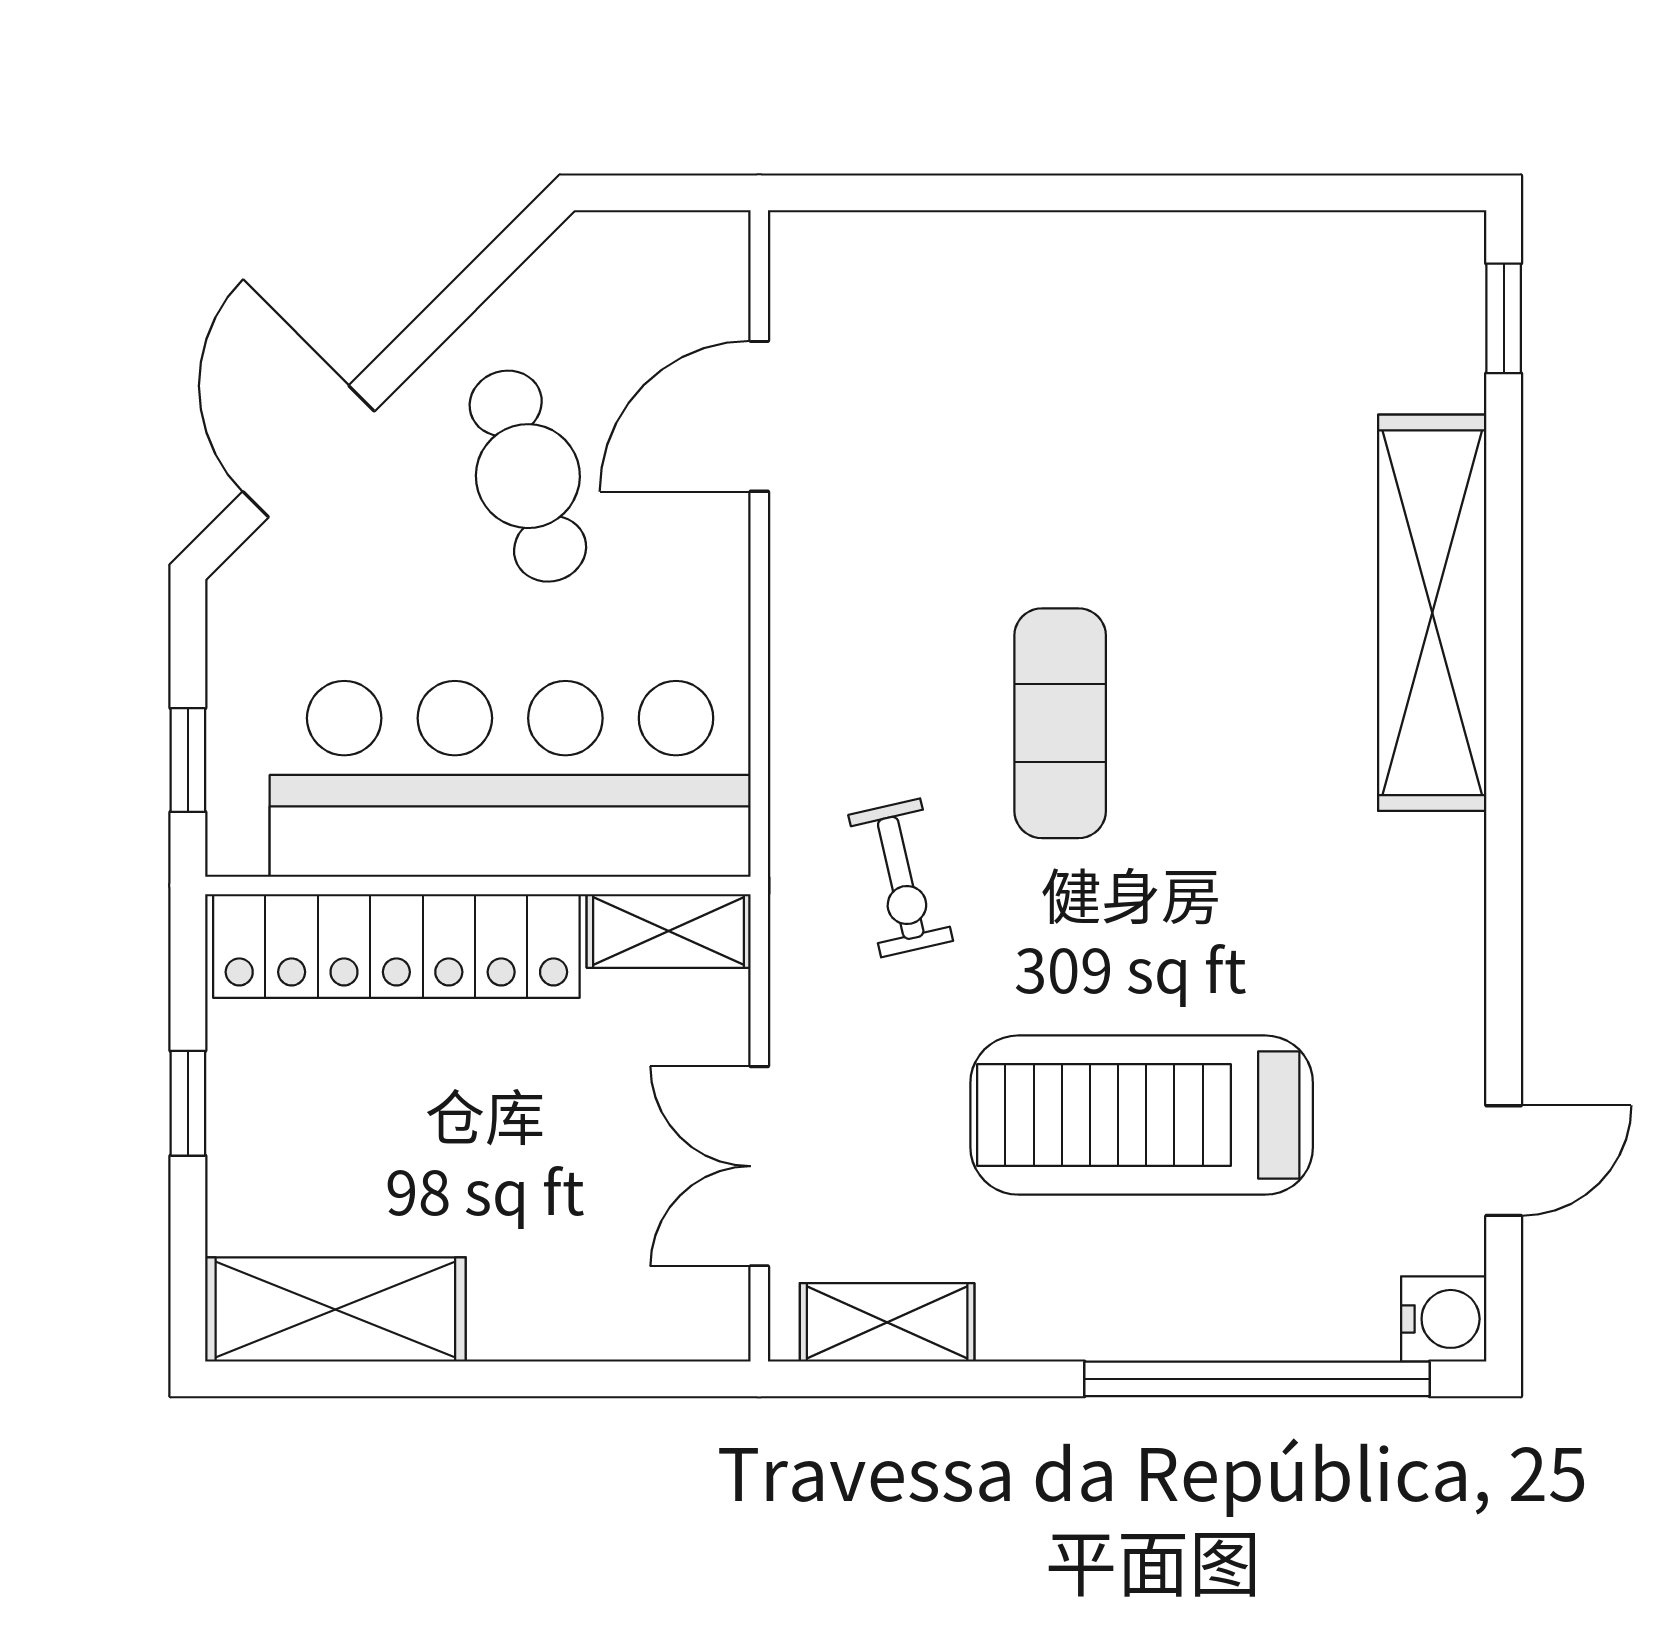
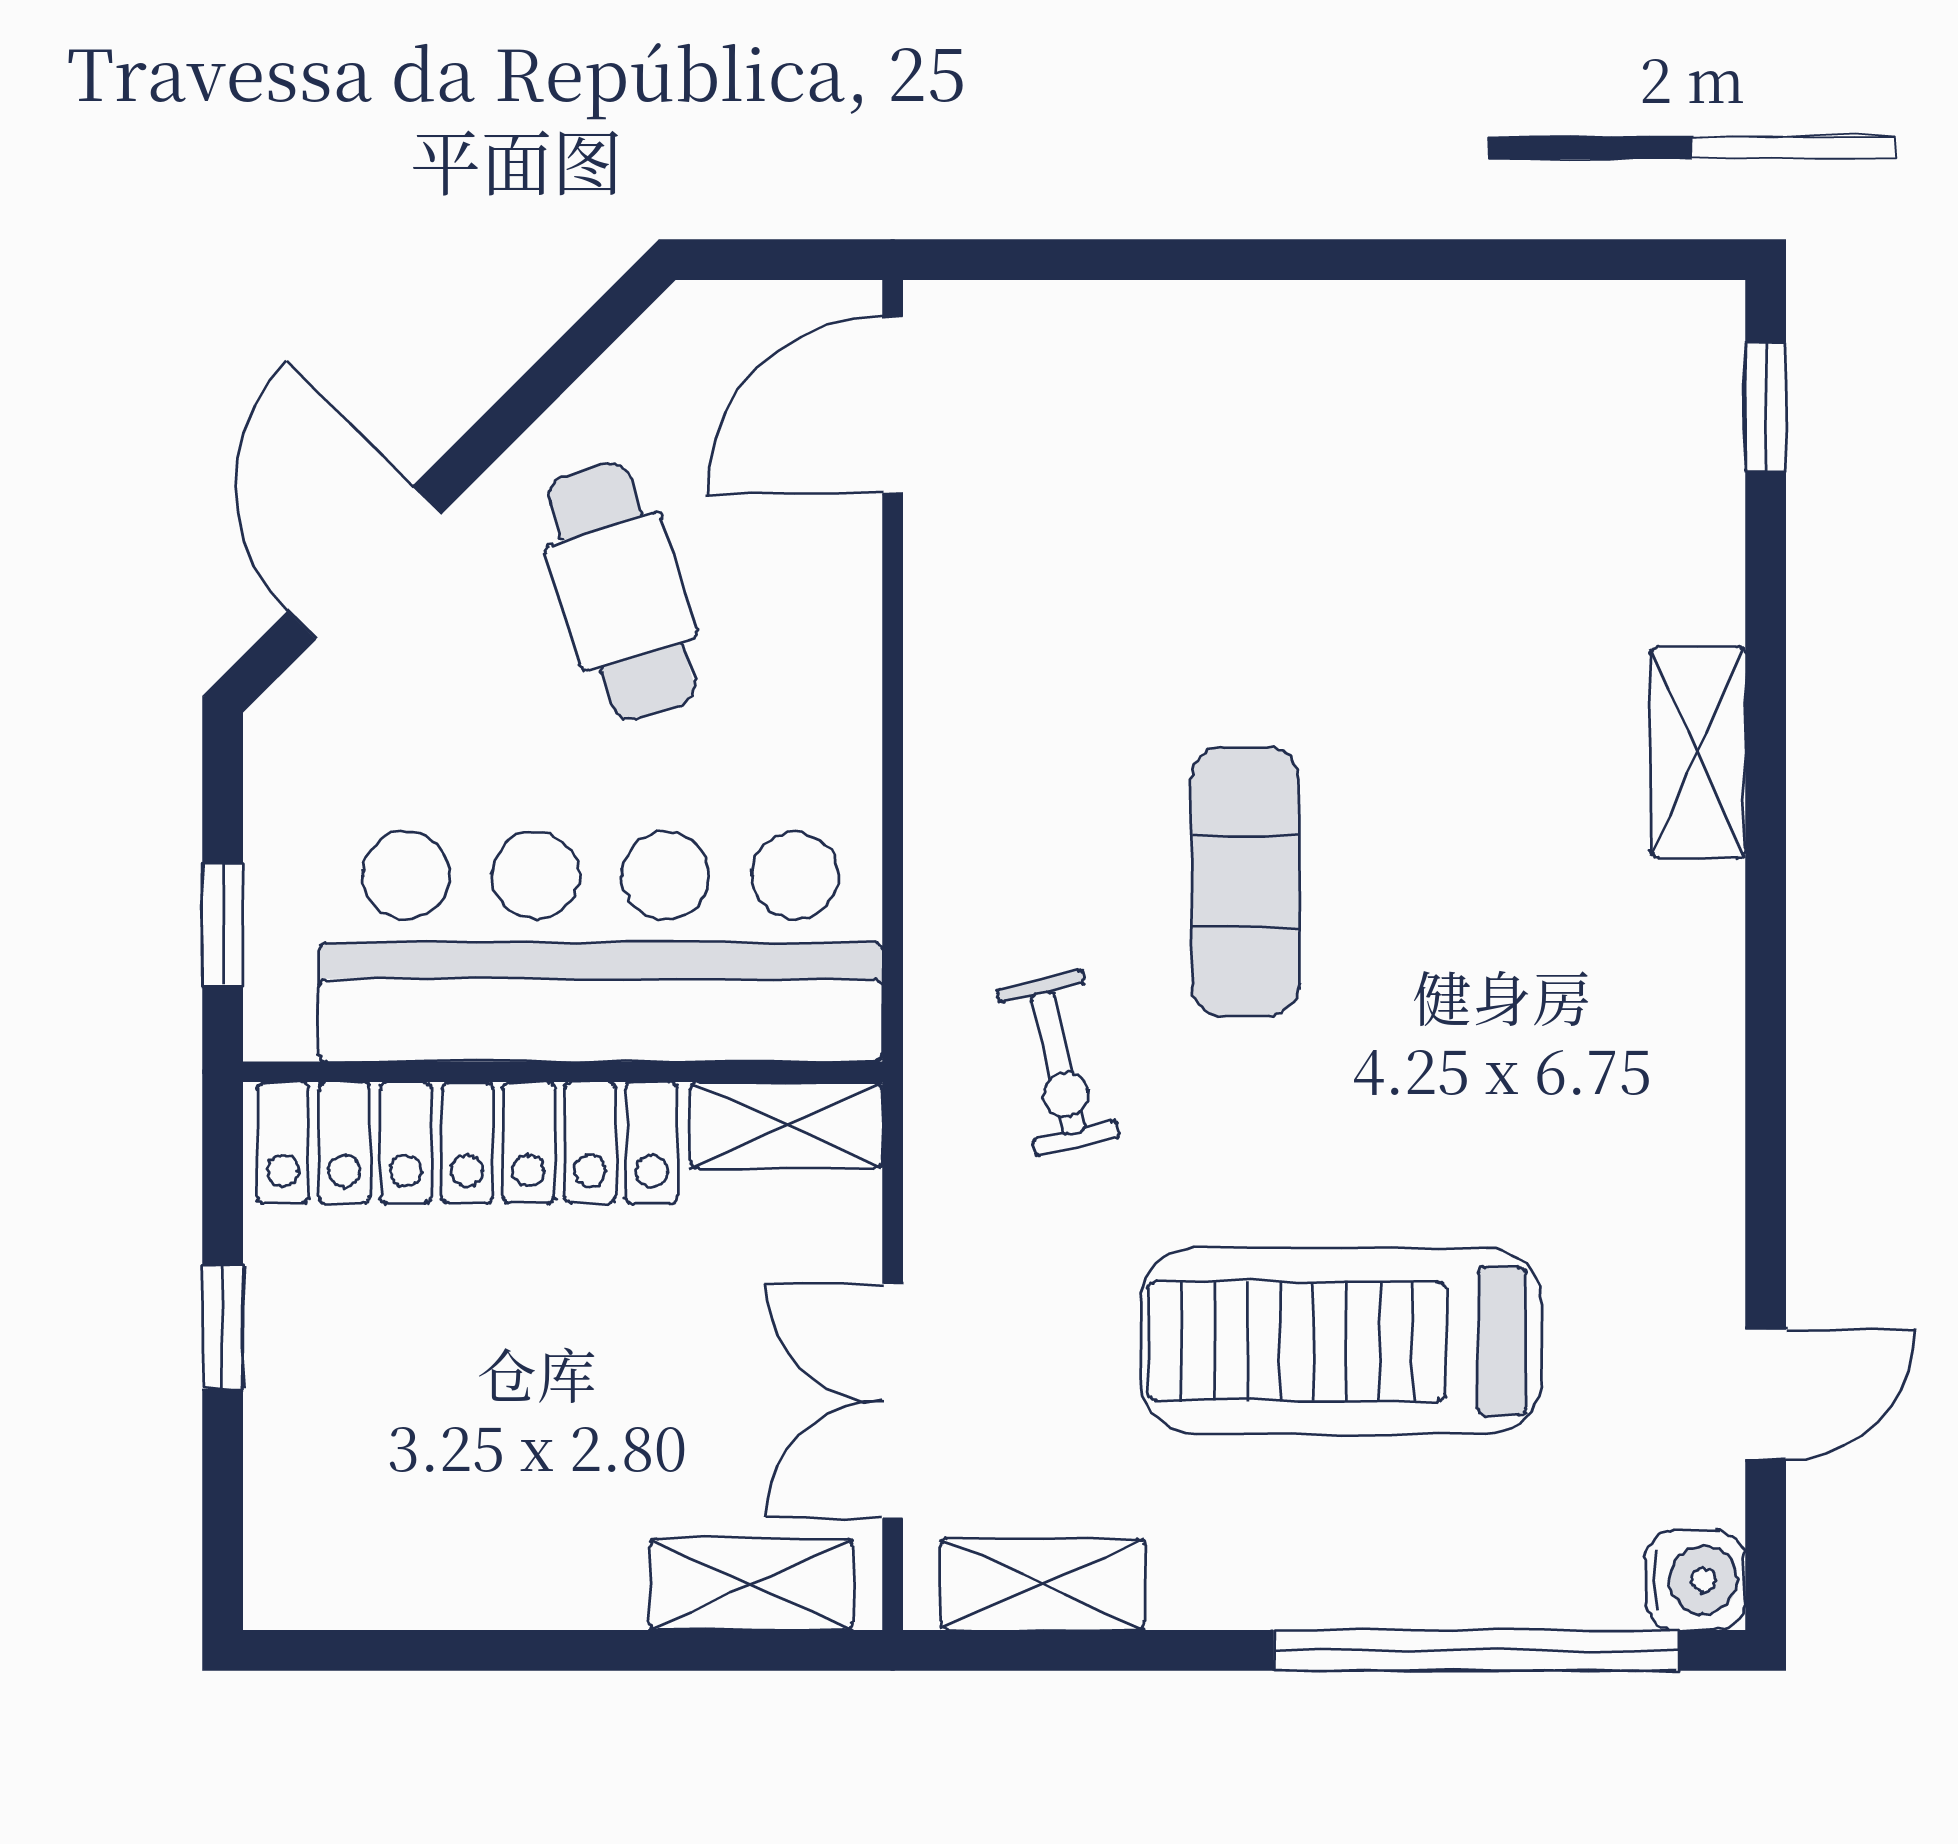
door: (759, 416) -> (893, 405), moved
shelving: (1432, 613) -> (1698, 752), width x0.45, depth x0.75
shelving: (335, 1309) -> (751, 1584), moved, width x0.67, depth x0.75

